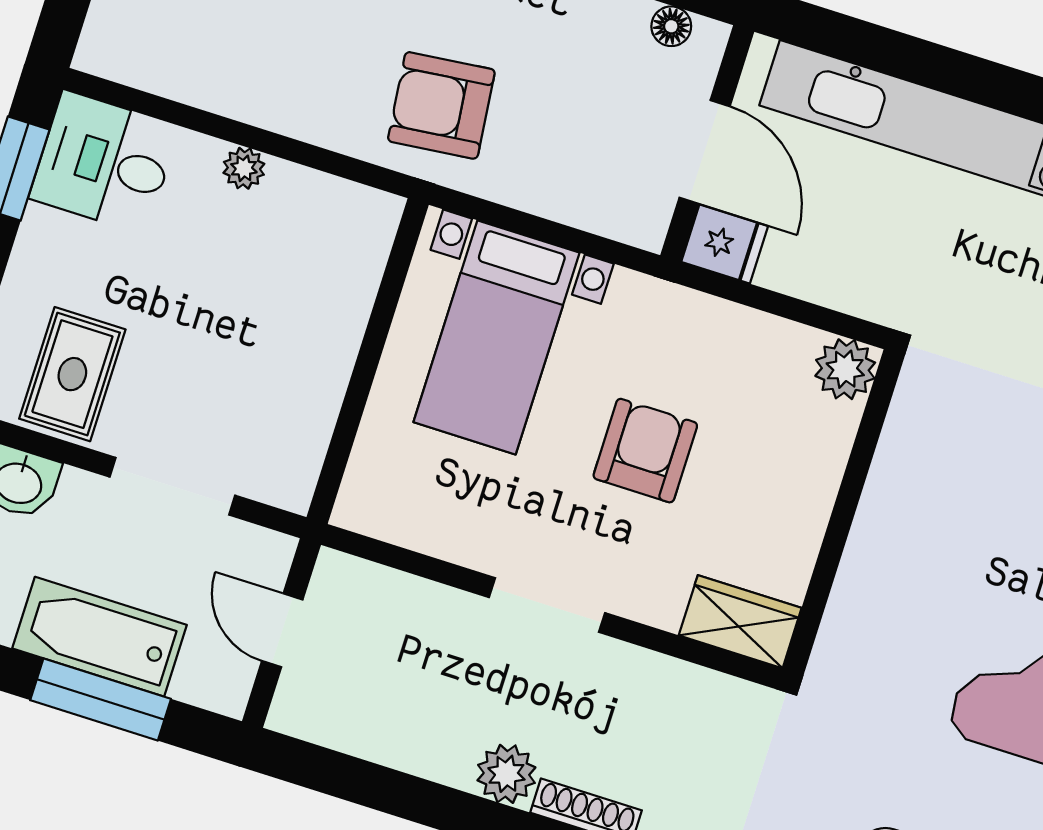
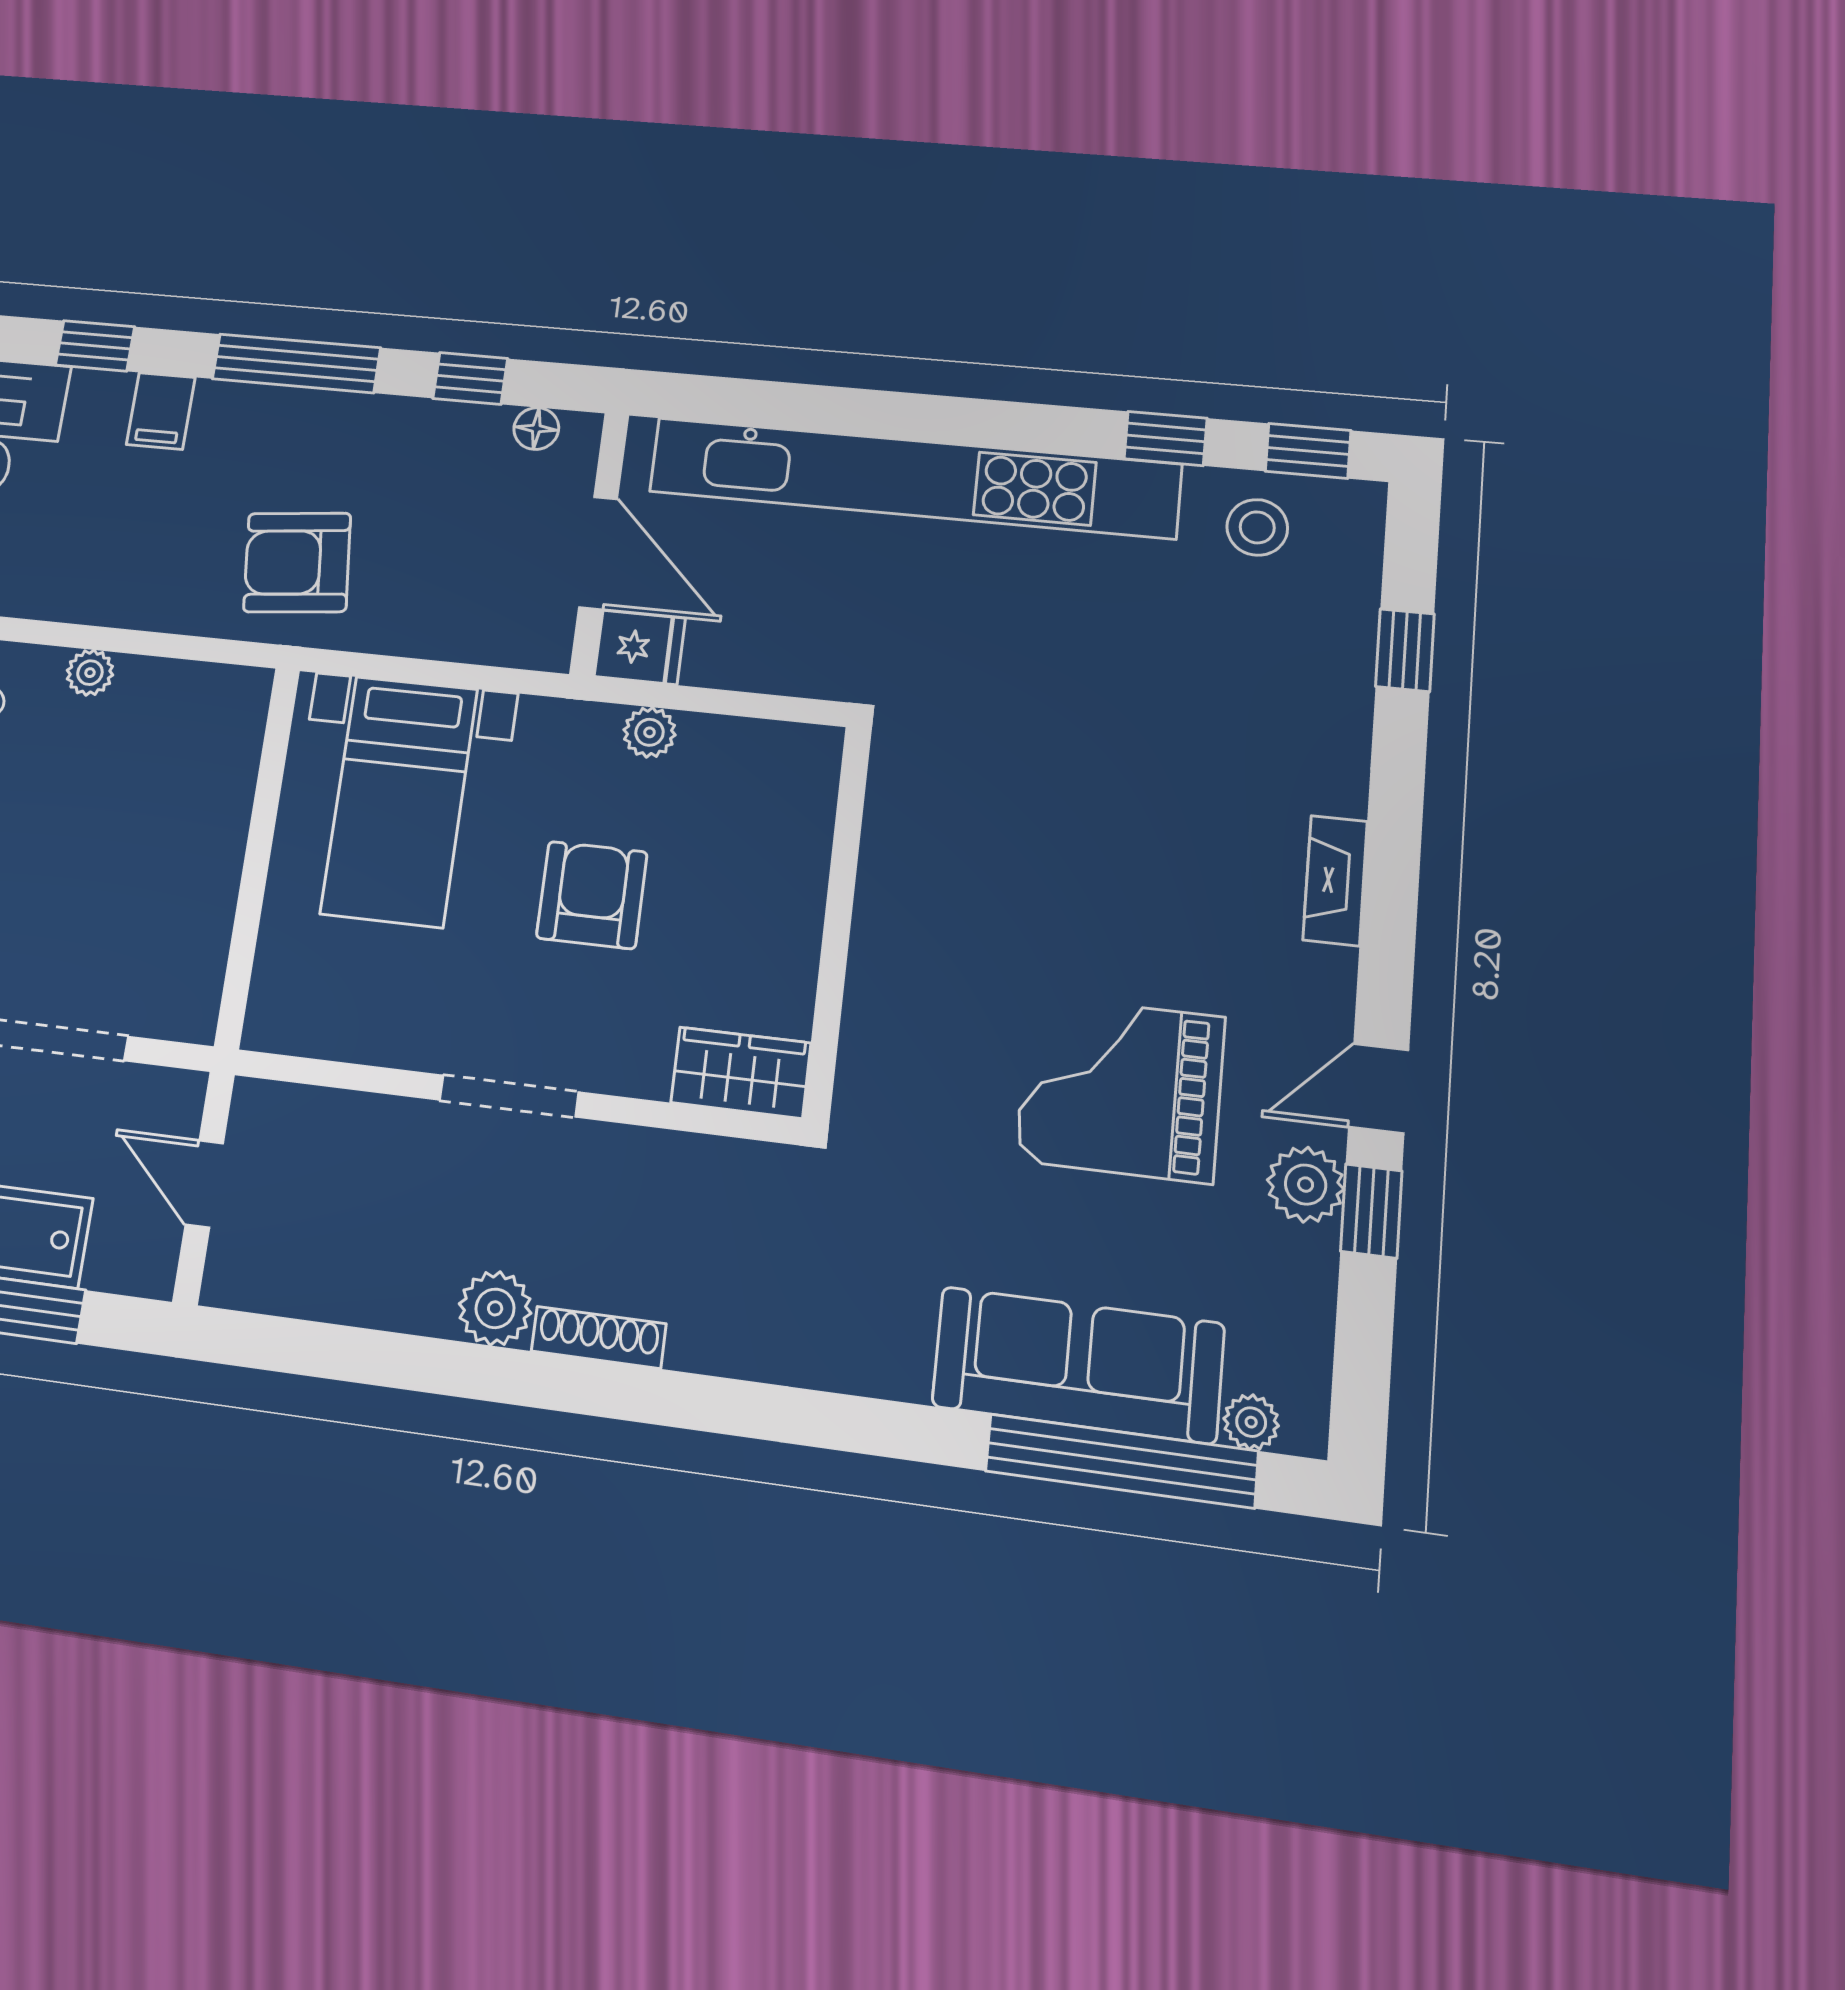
plant: (845, 369) -> (649, 732), moved, width x0.73, depth x0.73

